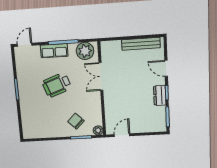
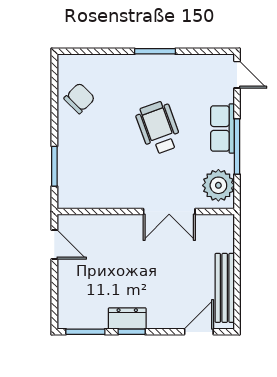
door: (166, 68) -> (199, 332), moved
double door: (101, 77) -> (169, 212), swing flipped
chair: (76, 121) -> (79, 98), moved
plant: (98, 130) -> (66, 200), removed

